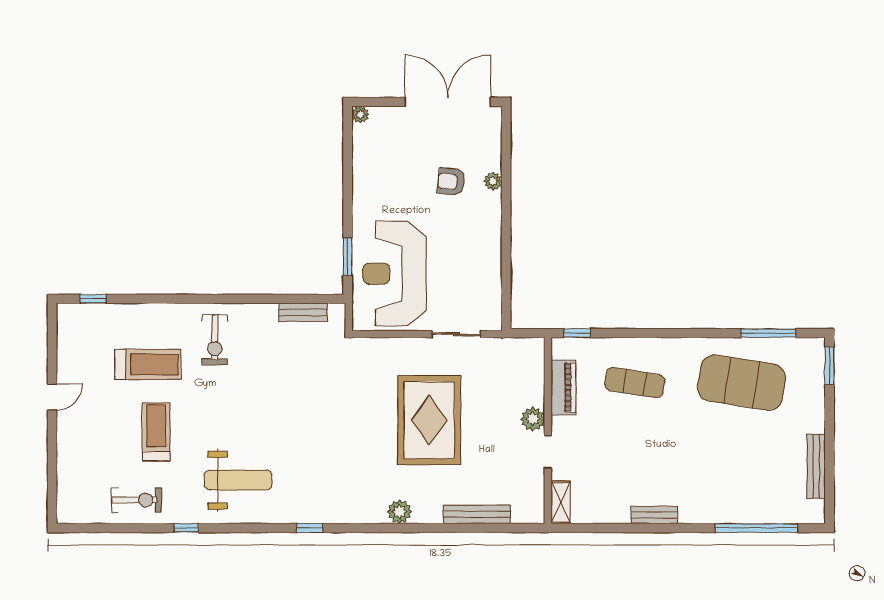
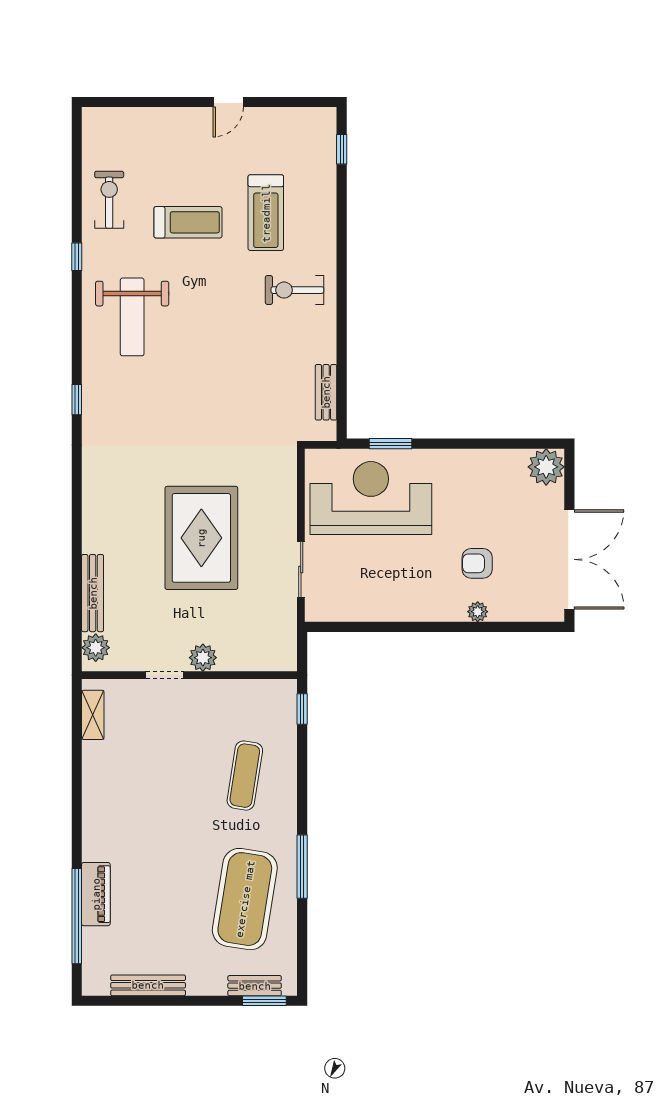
plant: (360, 115) -> (546, 467), width x1.88, depth x1.88
armchair: (451, 182) -> (477, 563), turned -97
window: (769, 333) -> (302, 867), moved
piano: (563, 387) -> (96, 894), moved, turned -90
door: (52, 397) -> (228, 102), hinge flipped
rug: (429, 420) -> (201, 538), turned 90
exercise bike: (137, 500) -> (109, 200), turned 180
shelving: (561, 502) -> (93, 715), moved, turned 90
plant: (399, 512) -> (96, 648), moved
bench: (654, 515) -> (255, 986), moved, turned 90

